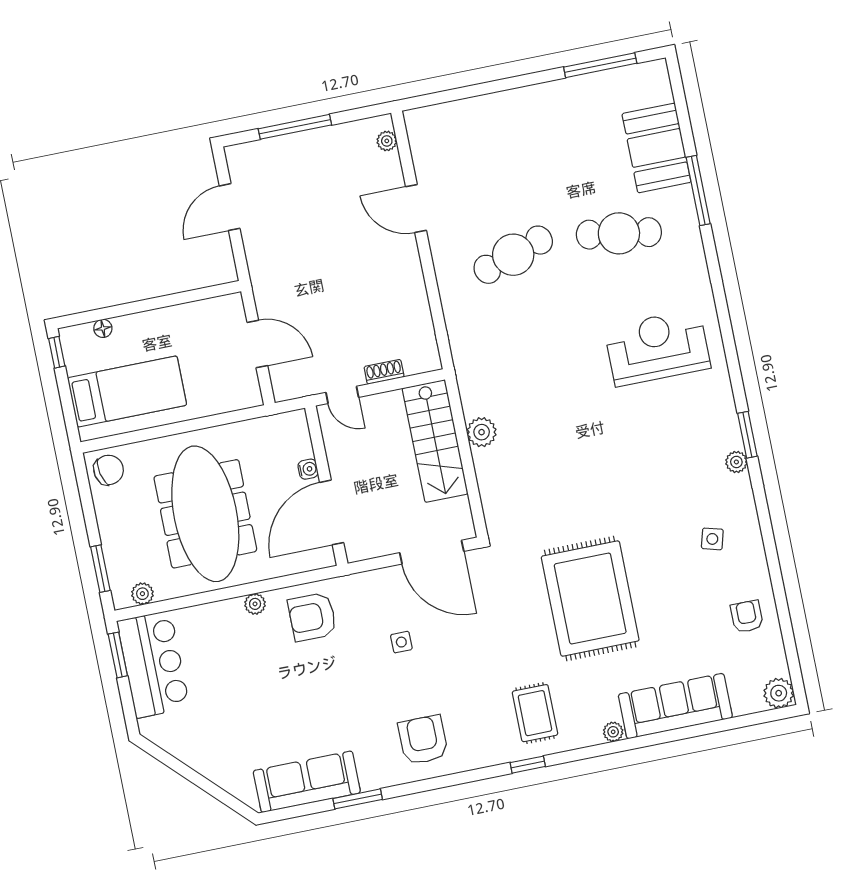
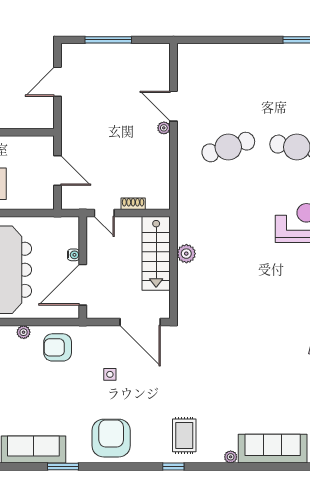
plant: (387, 141) -> (164, 128), moved
rug: (590, 599) -> (233, 371), removed
armchair: (423, 740) -> (111, 438), width x1.36, depth x1.36

